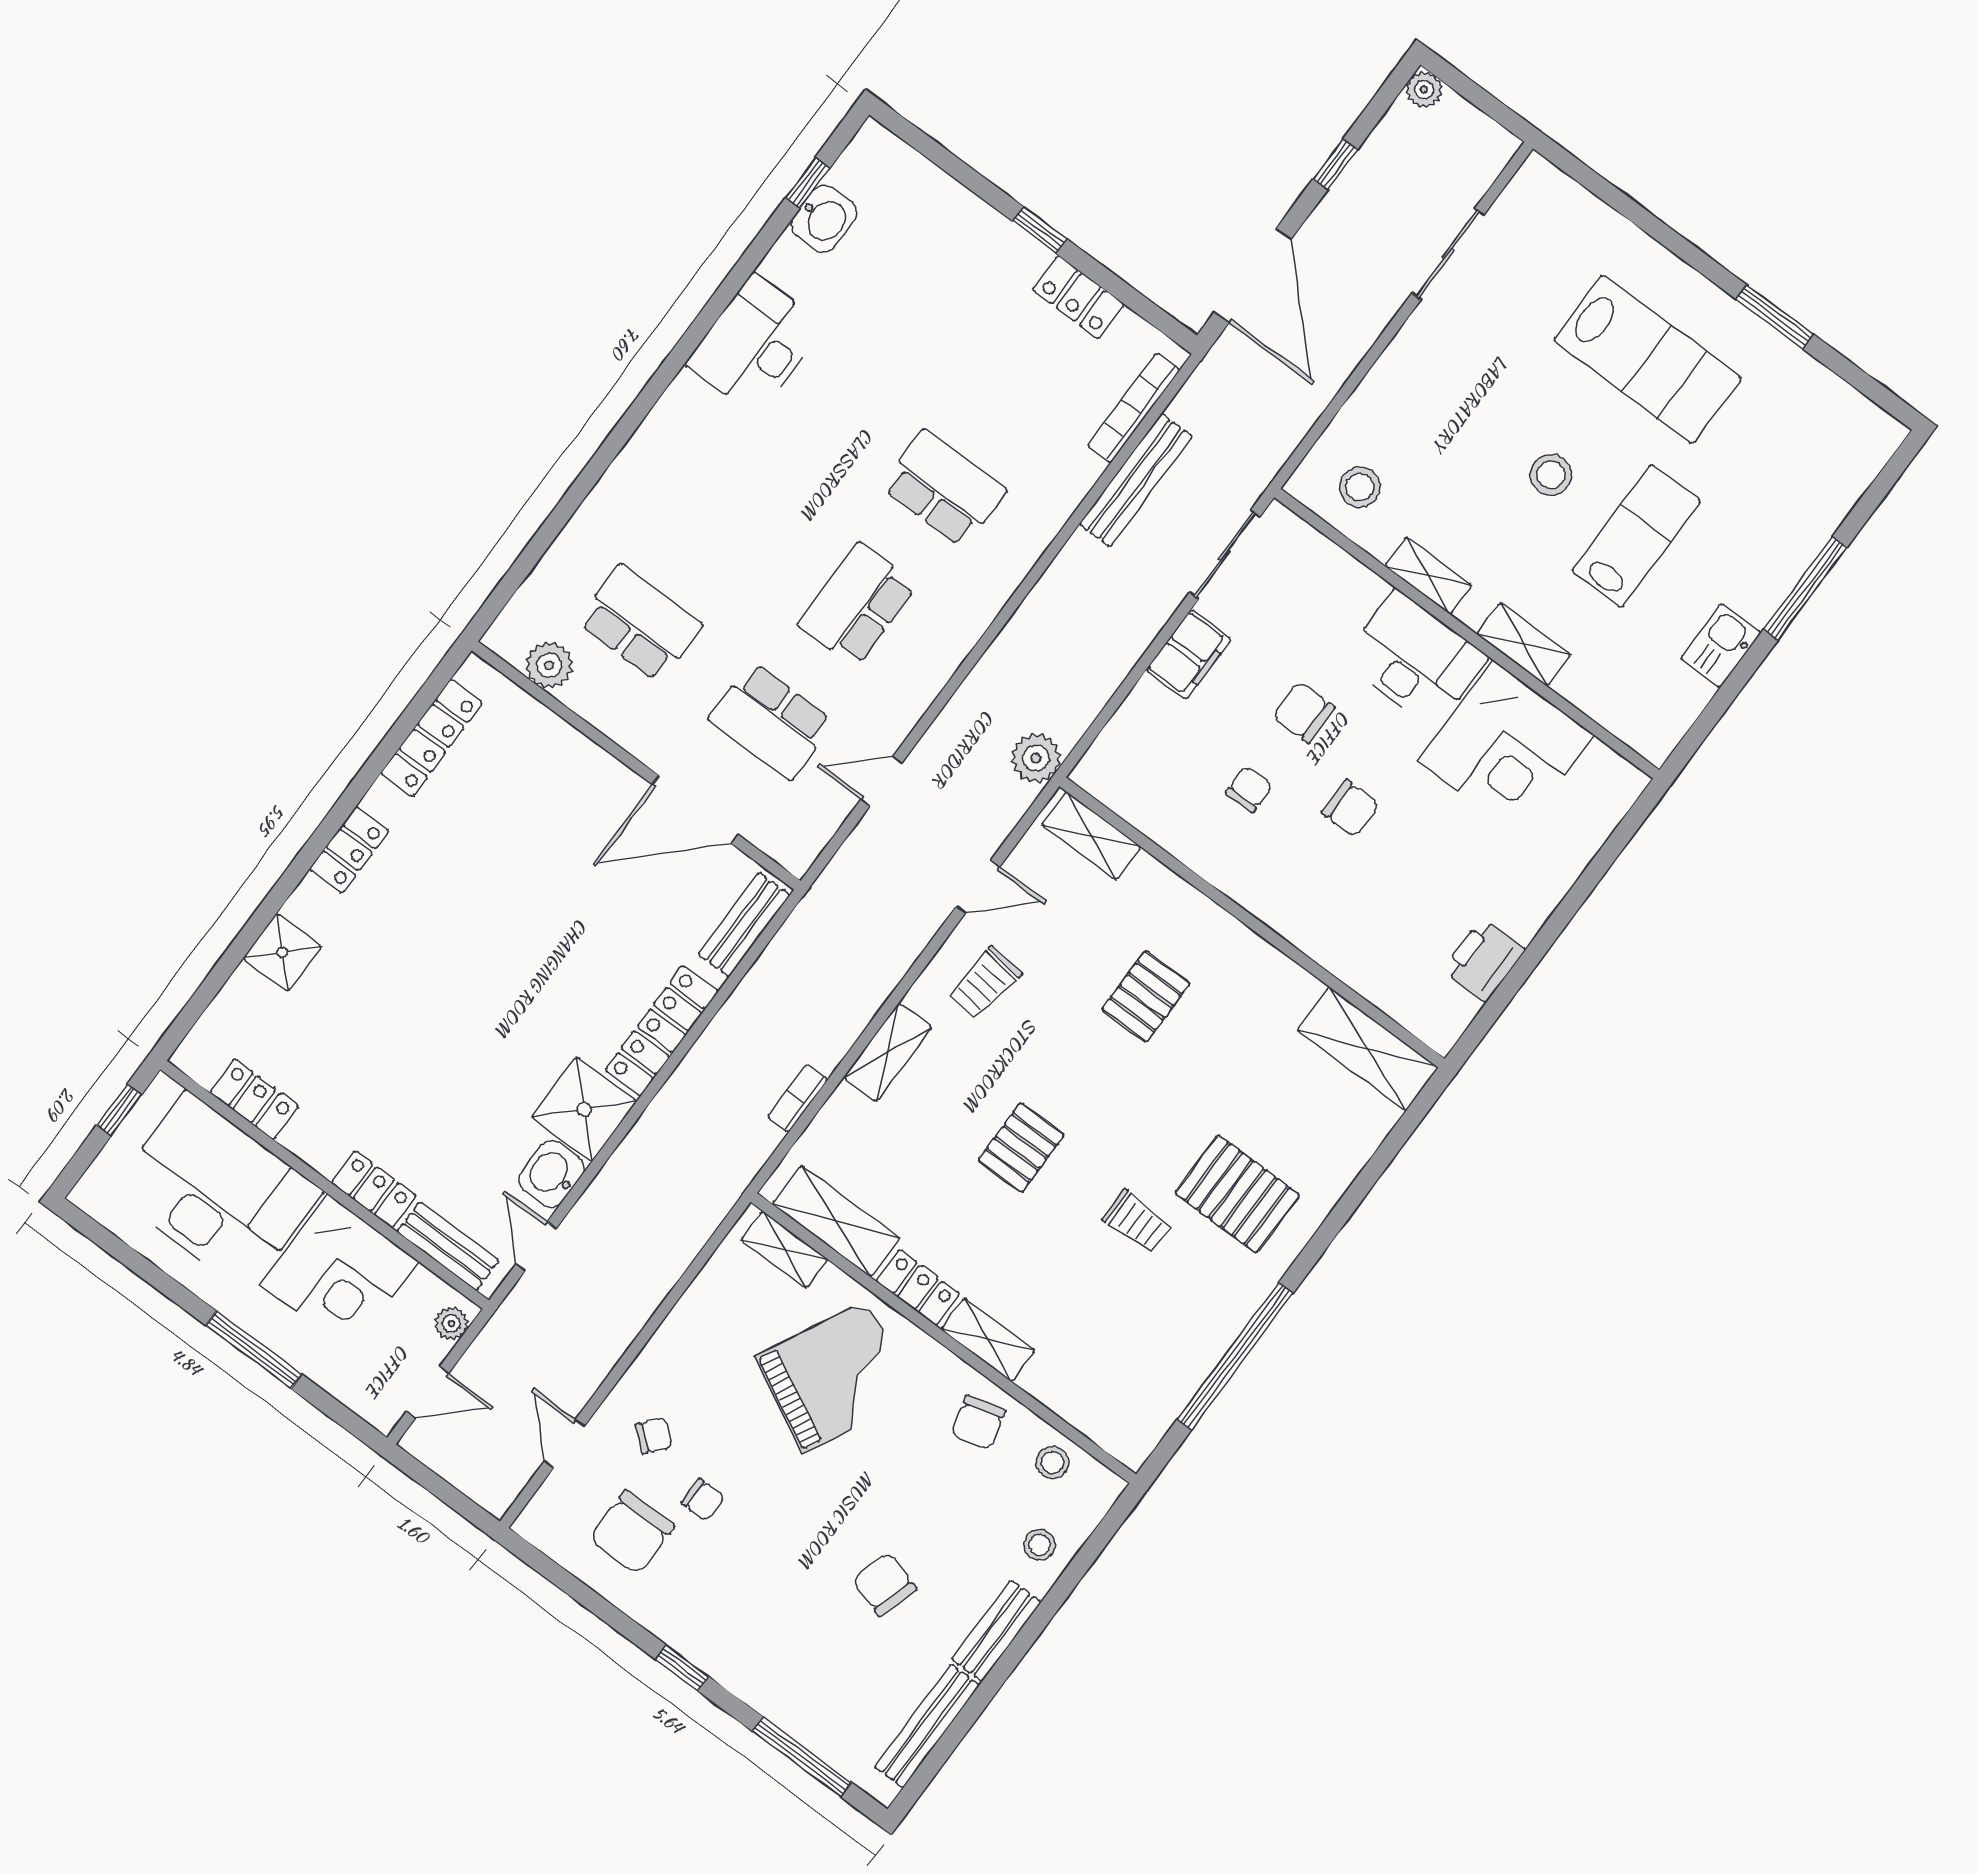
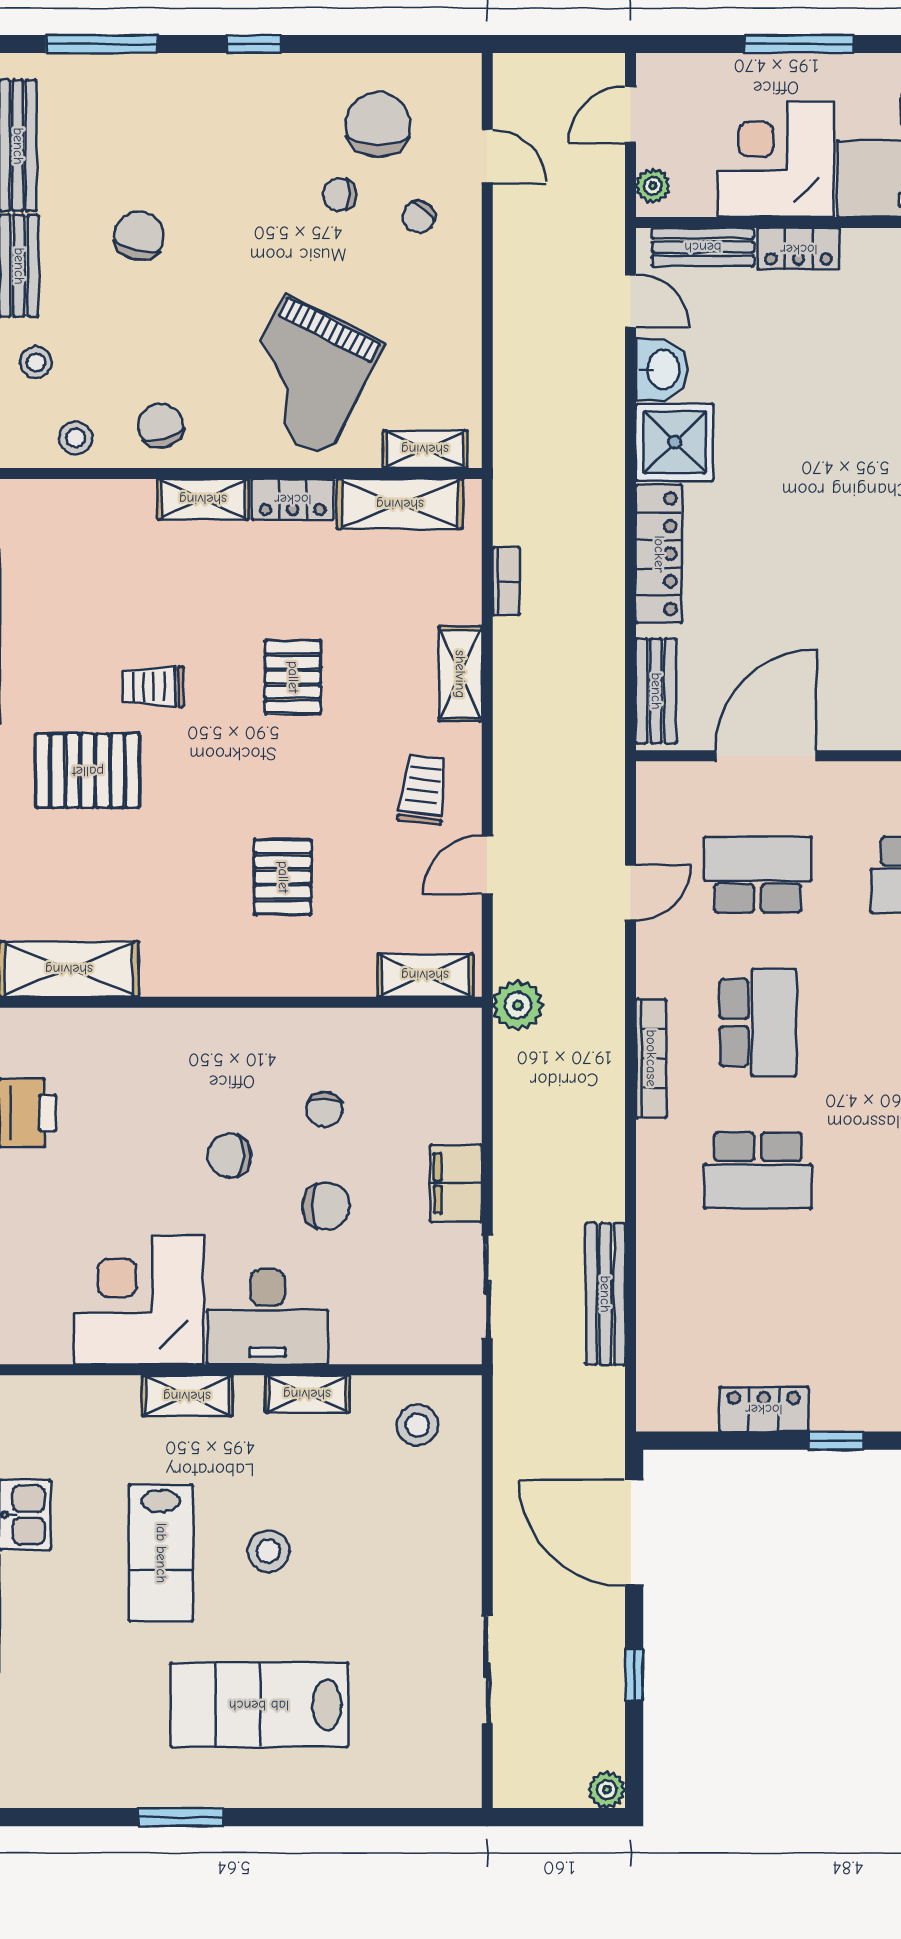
bookcase: (1134, 408) -> (651, 1058), moved
chair: (884, 1584) -> (139, 236), turned -92

